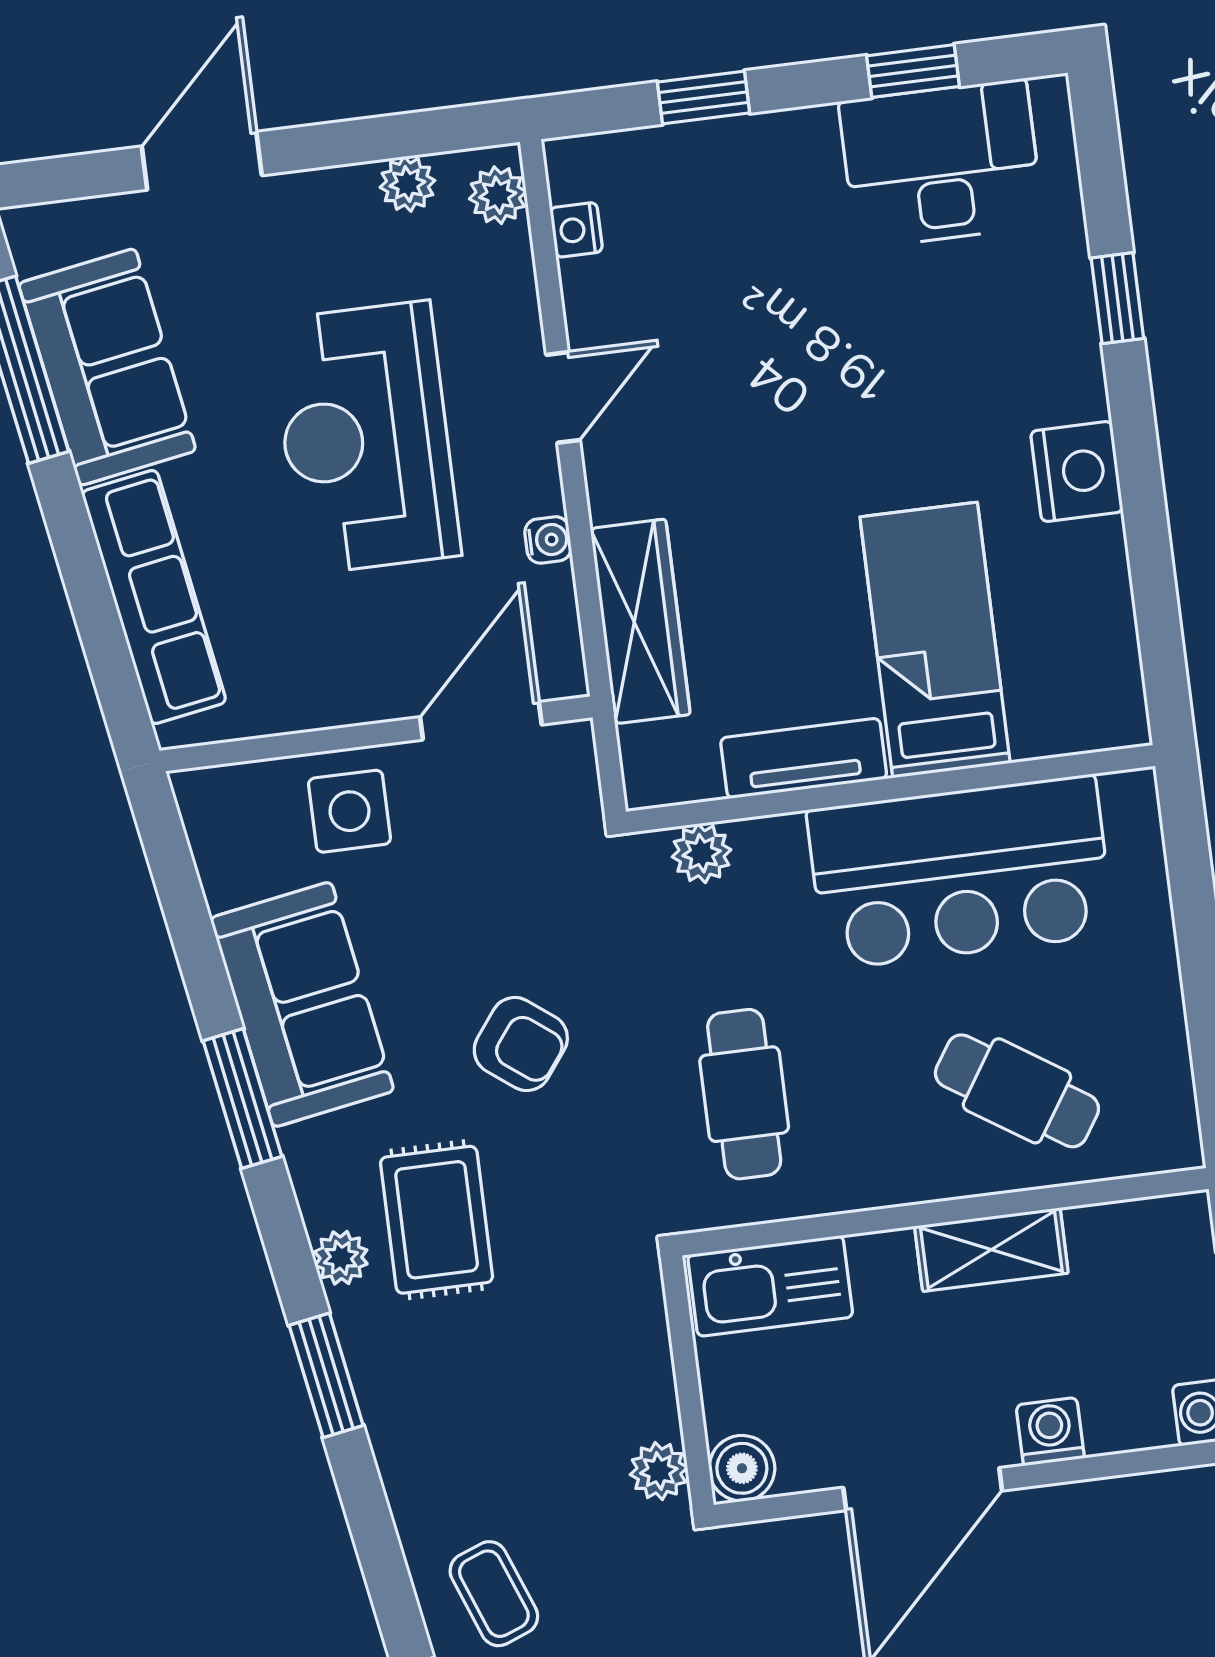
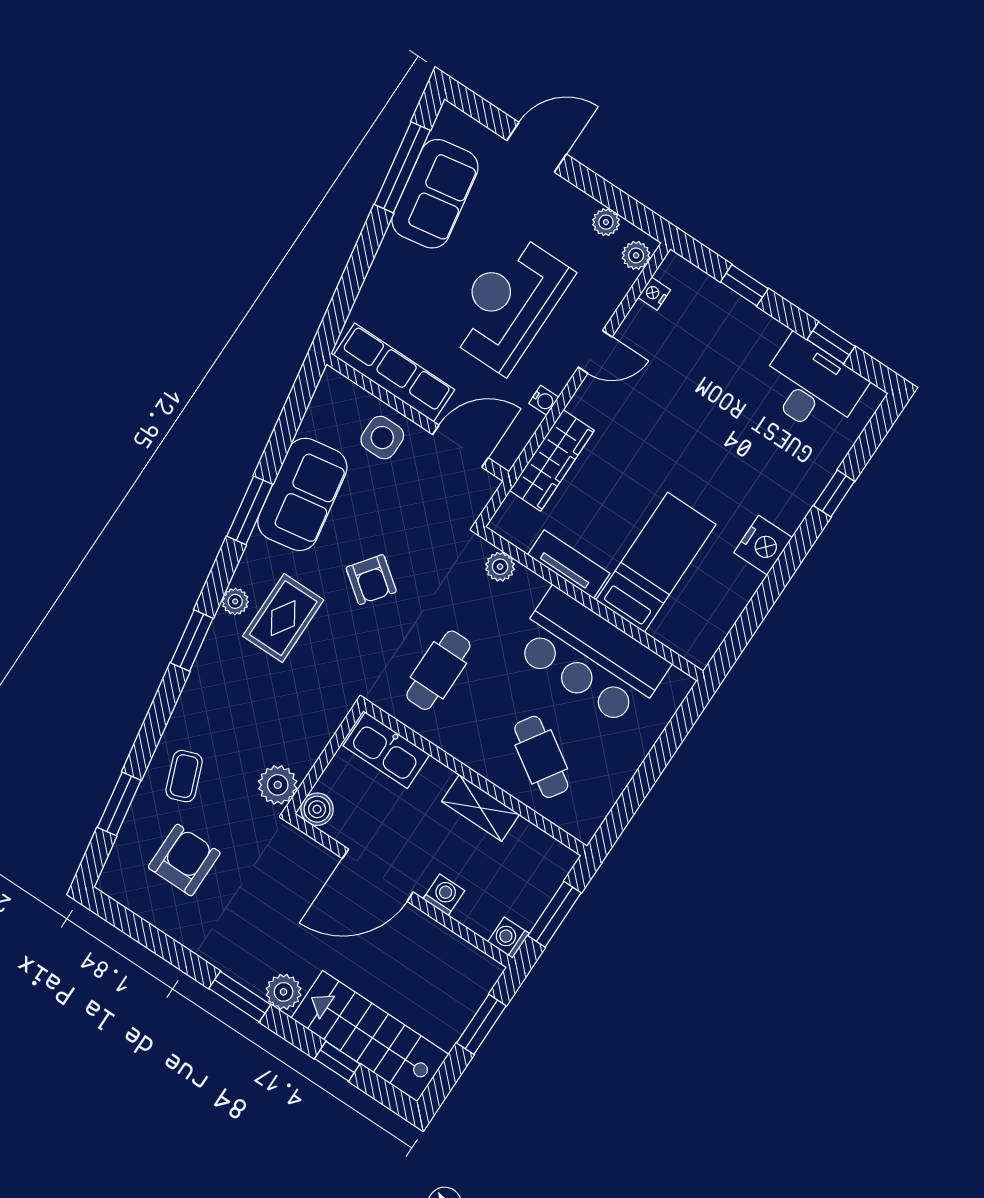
row of seats: (154, 597) -> (394, 372), moved, turned -80
plant: (659, 1471) -> (278, 785), width x1.38, depth x1.38

